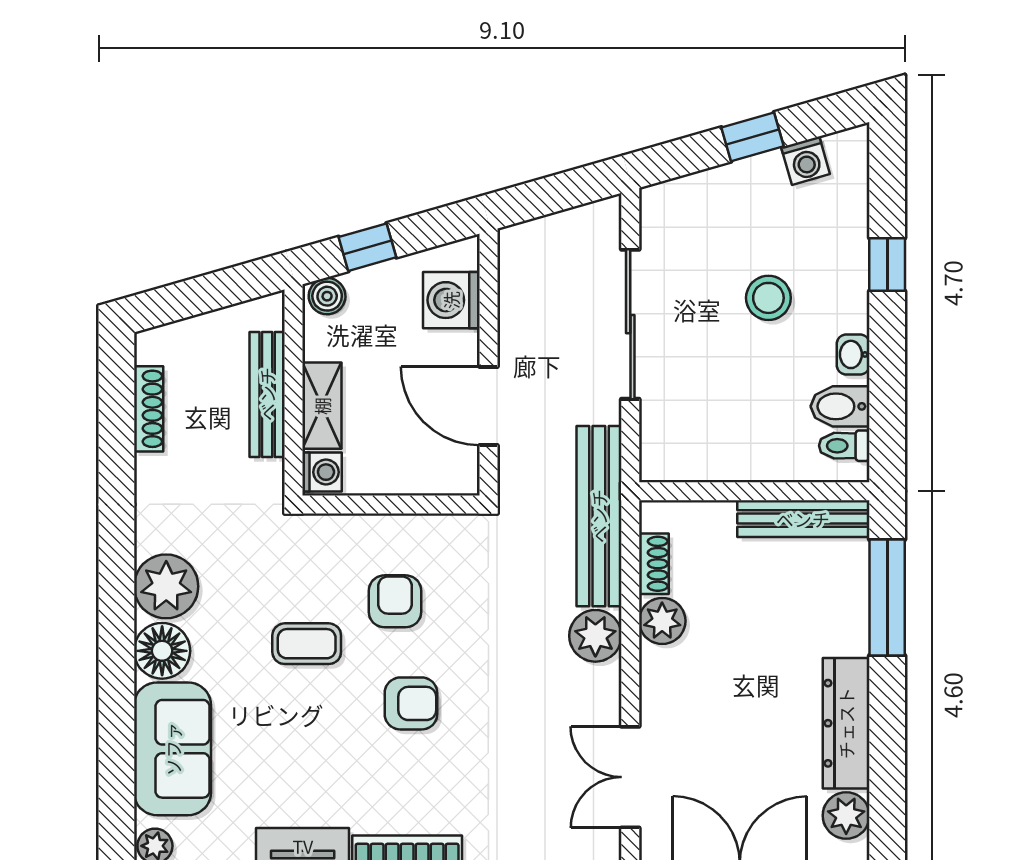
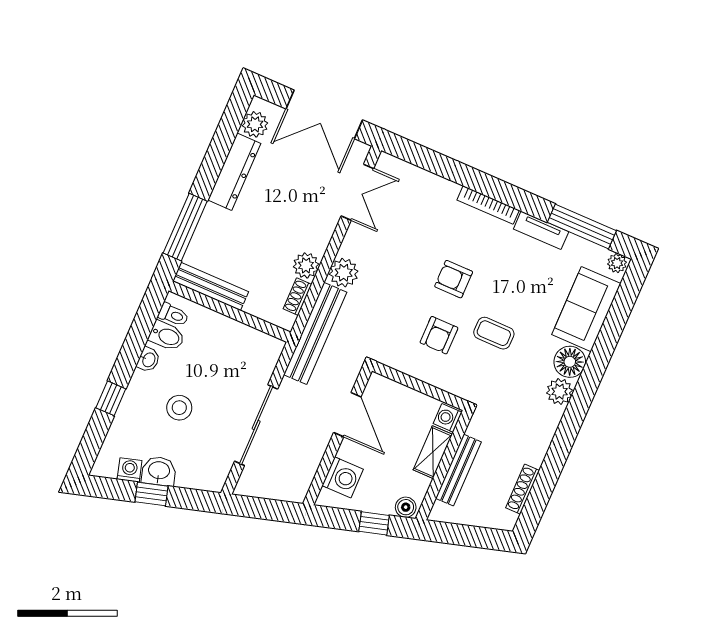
washbasin: (757, 180) -> (159, 471), added
plant: (166, 586) -> (560, 392), width x0.73, depth x0.73

